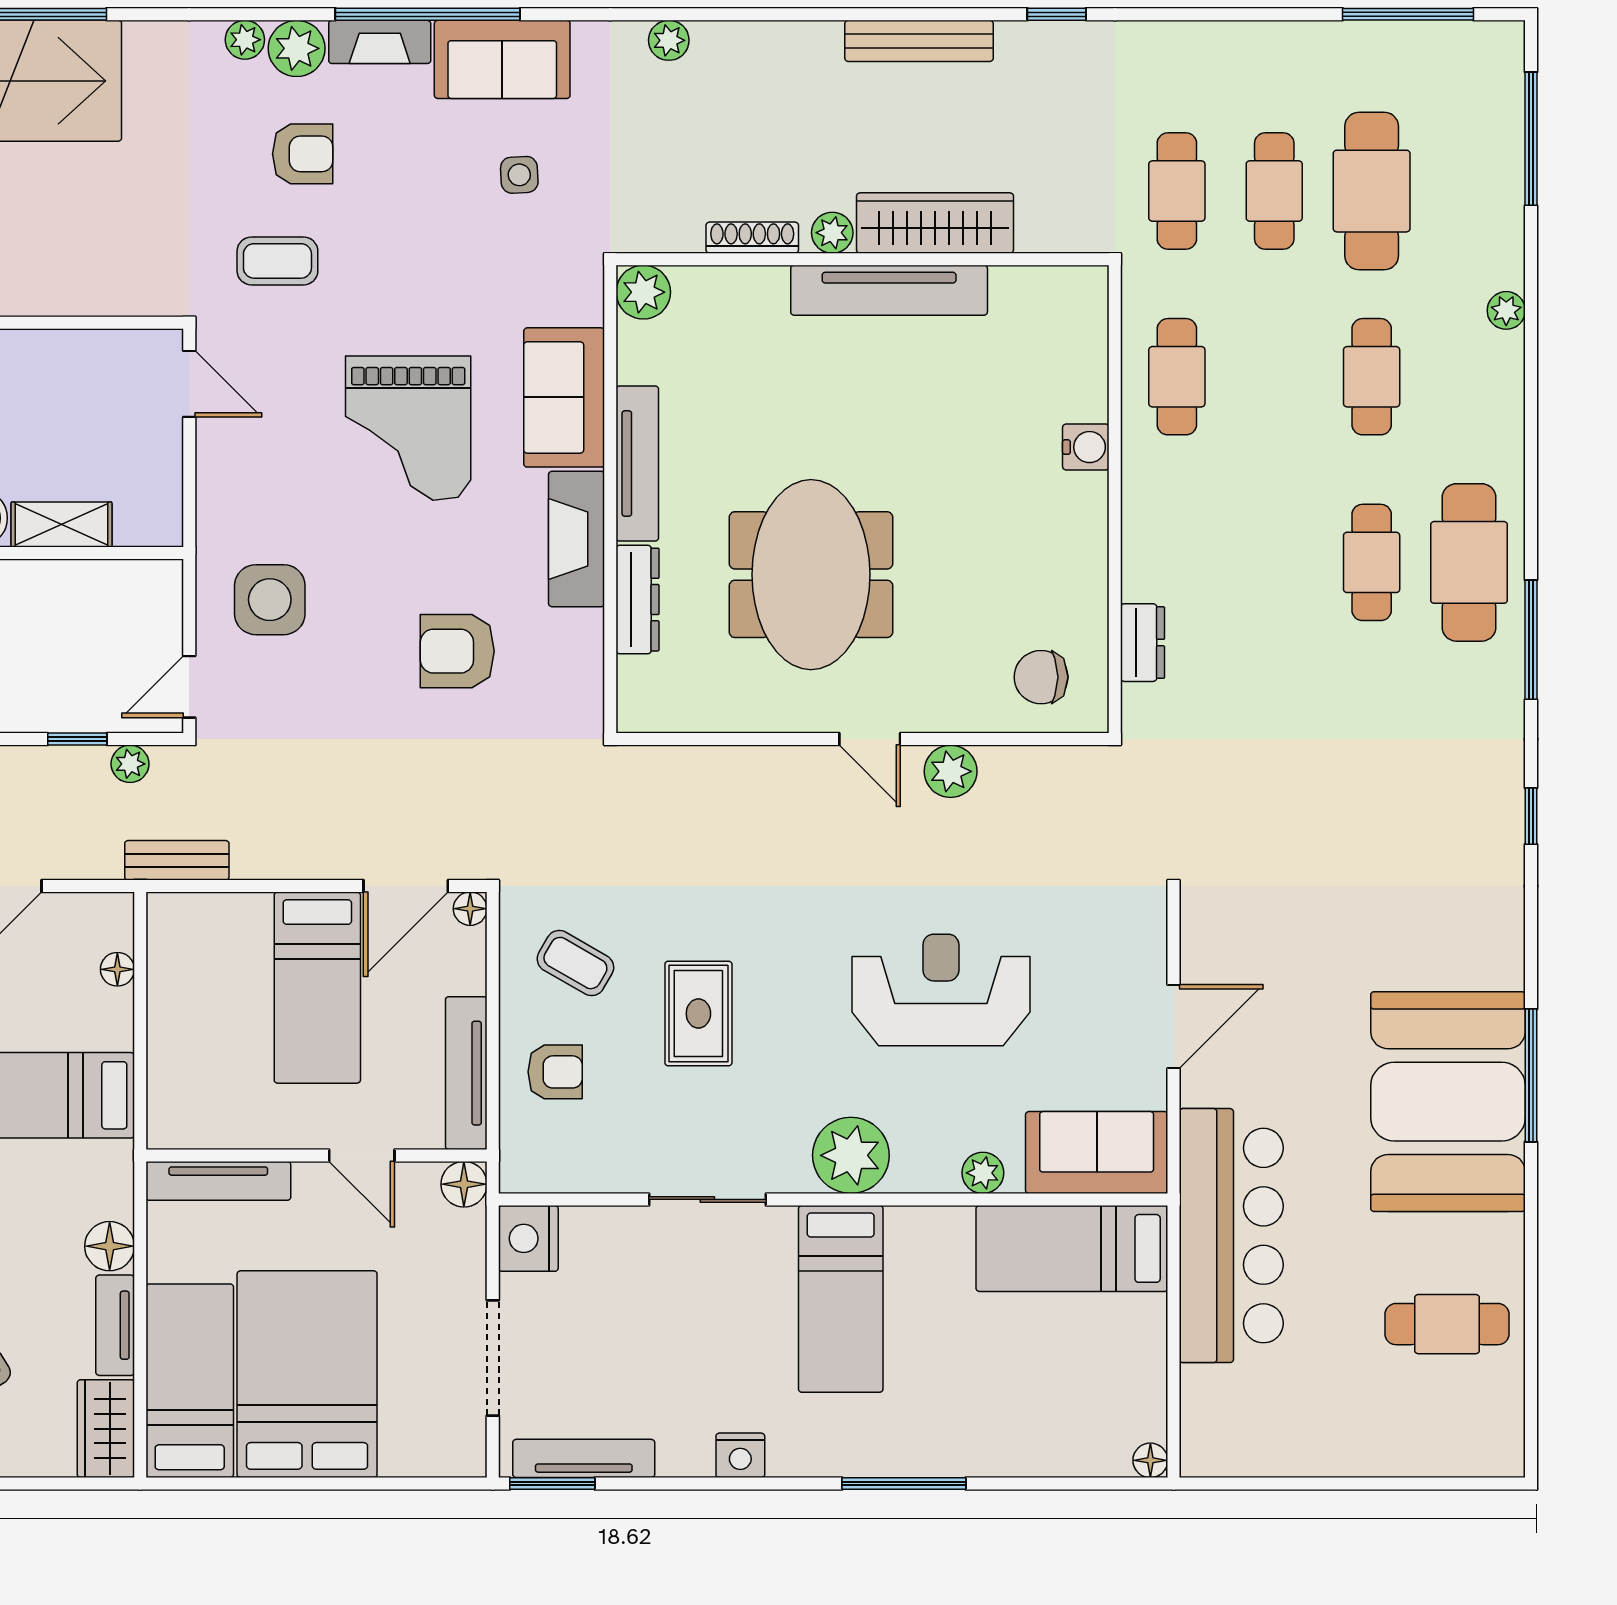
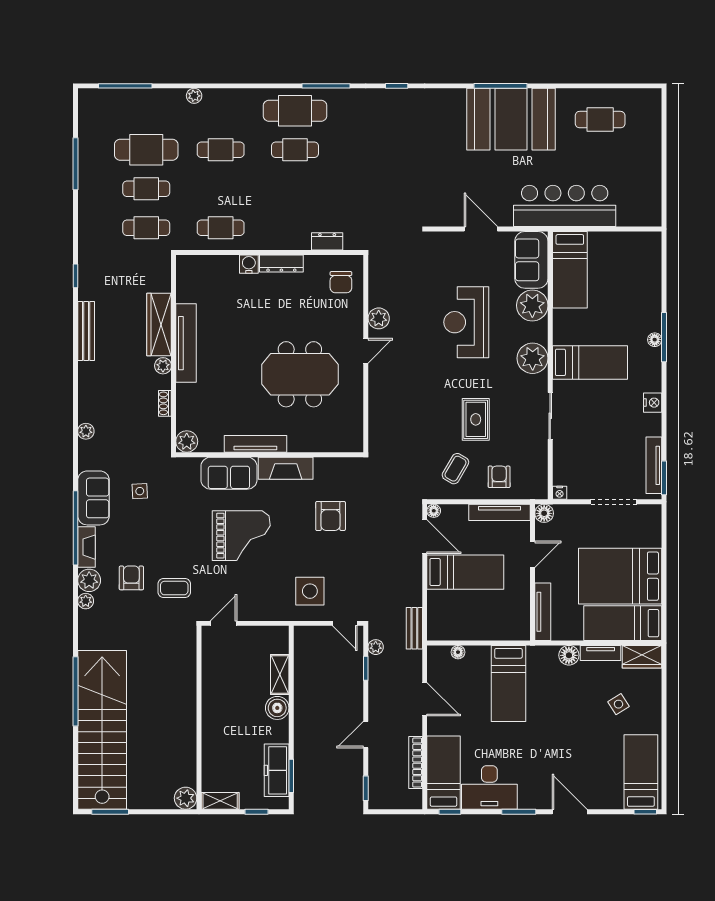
window: (1408, 14) -> (75, 164), moved
shoe rack: (752, 238) -> (165, 403), width x0.70
coffee table: (277, 261) -> (174, 588), turned 90
dresser: (638, 600) -> (281, 263), moved, turned 180
rug: (698, 1014) -> (476, 419), turned 90
plant: (983, 1173) -> (532, 305), width x1.87, depth x1.87
nightstand: (528, 1238) -> (560, 493), width x0.53, depth x0.56
cafe table: (1447, 1324) -> (600, 120), turned 90
floor lamp: (1150, 1460) -> (655, 340), moved

